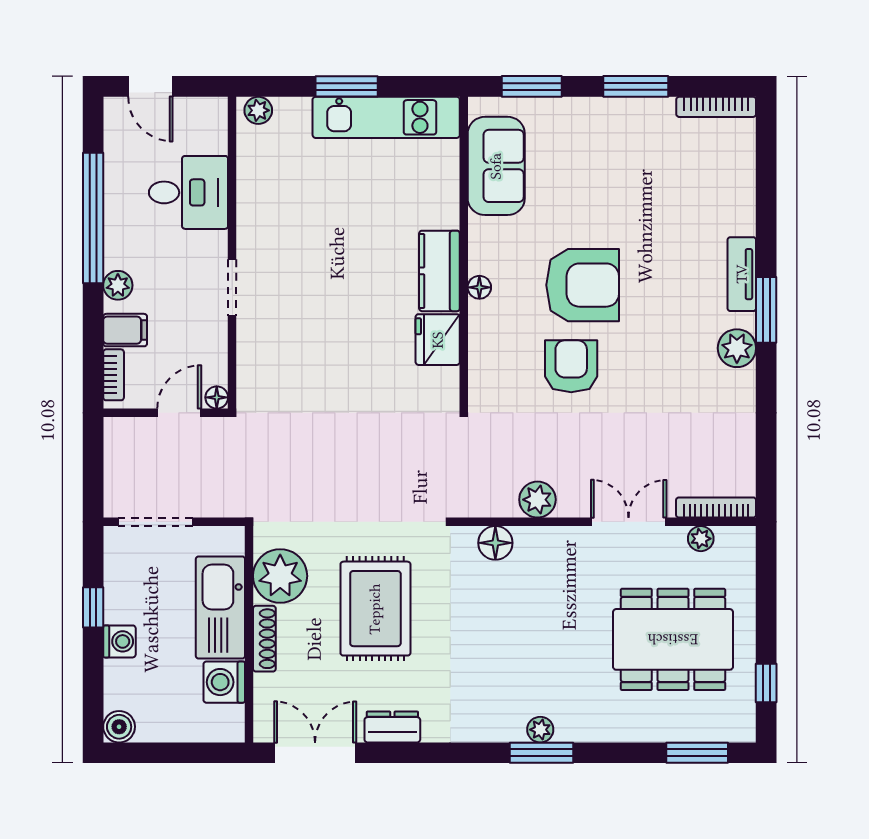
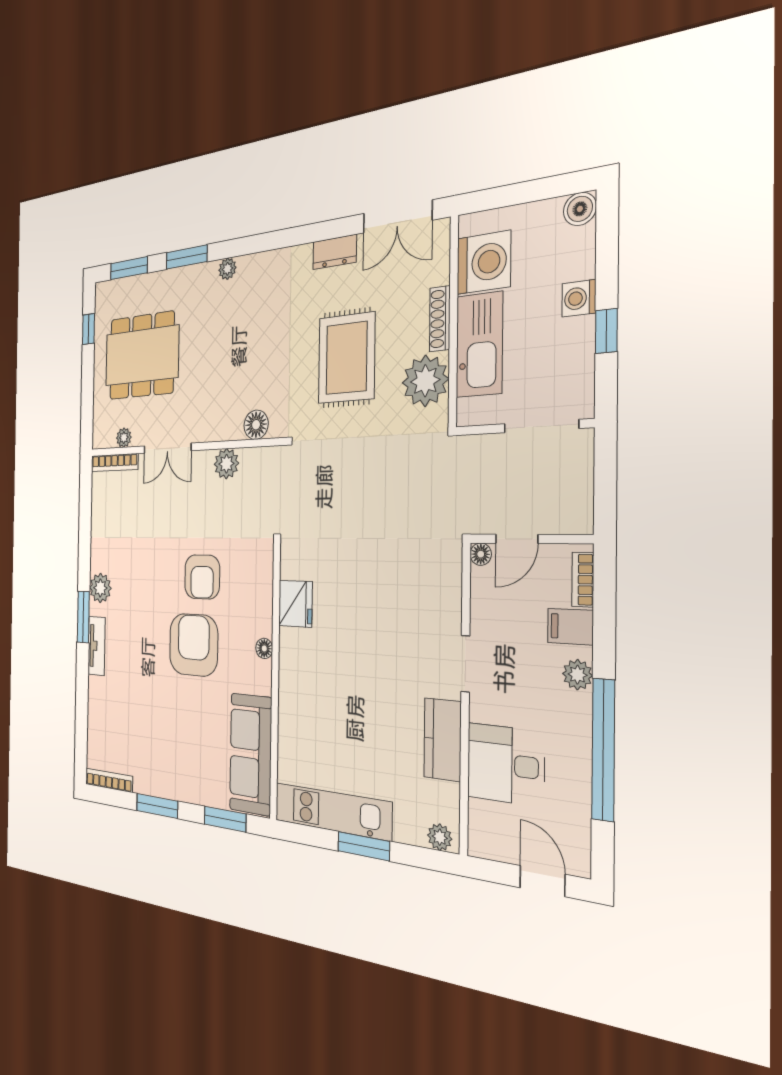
sofa: (496, 166) -> (251, 754), width x1.36
kitchen counter: (439, 271) -> (442, 740), moved, turned 180
armchair: (583, 285) -> (194, 645), turned 90
washing machine: (224, 682) -> (484, 262), width x1.37, depth x1.37
window: (542, 753) -> (187, 257), moved

